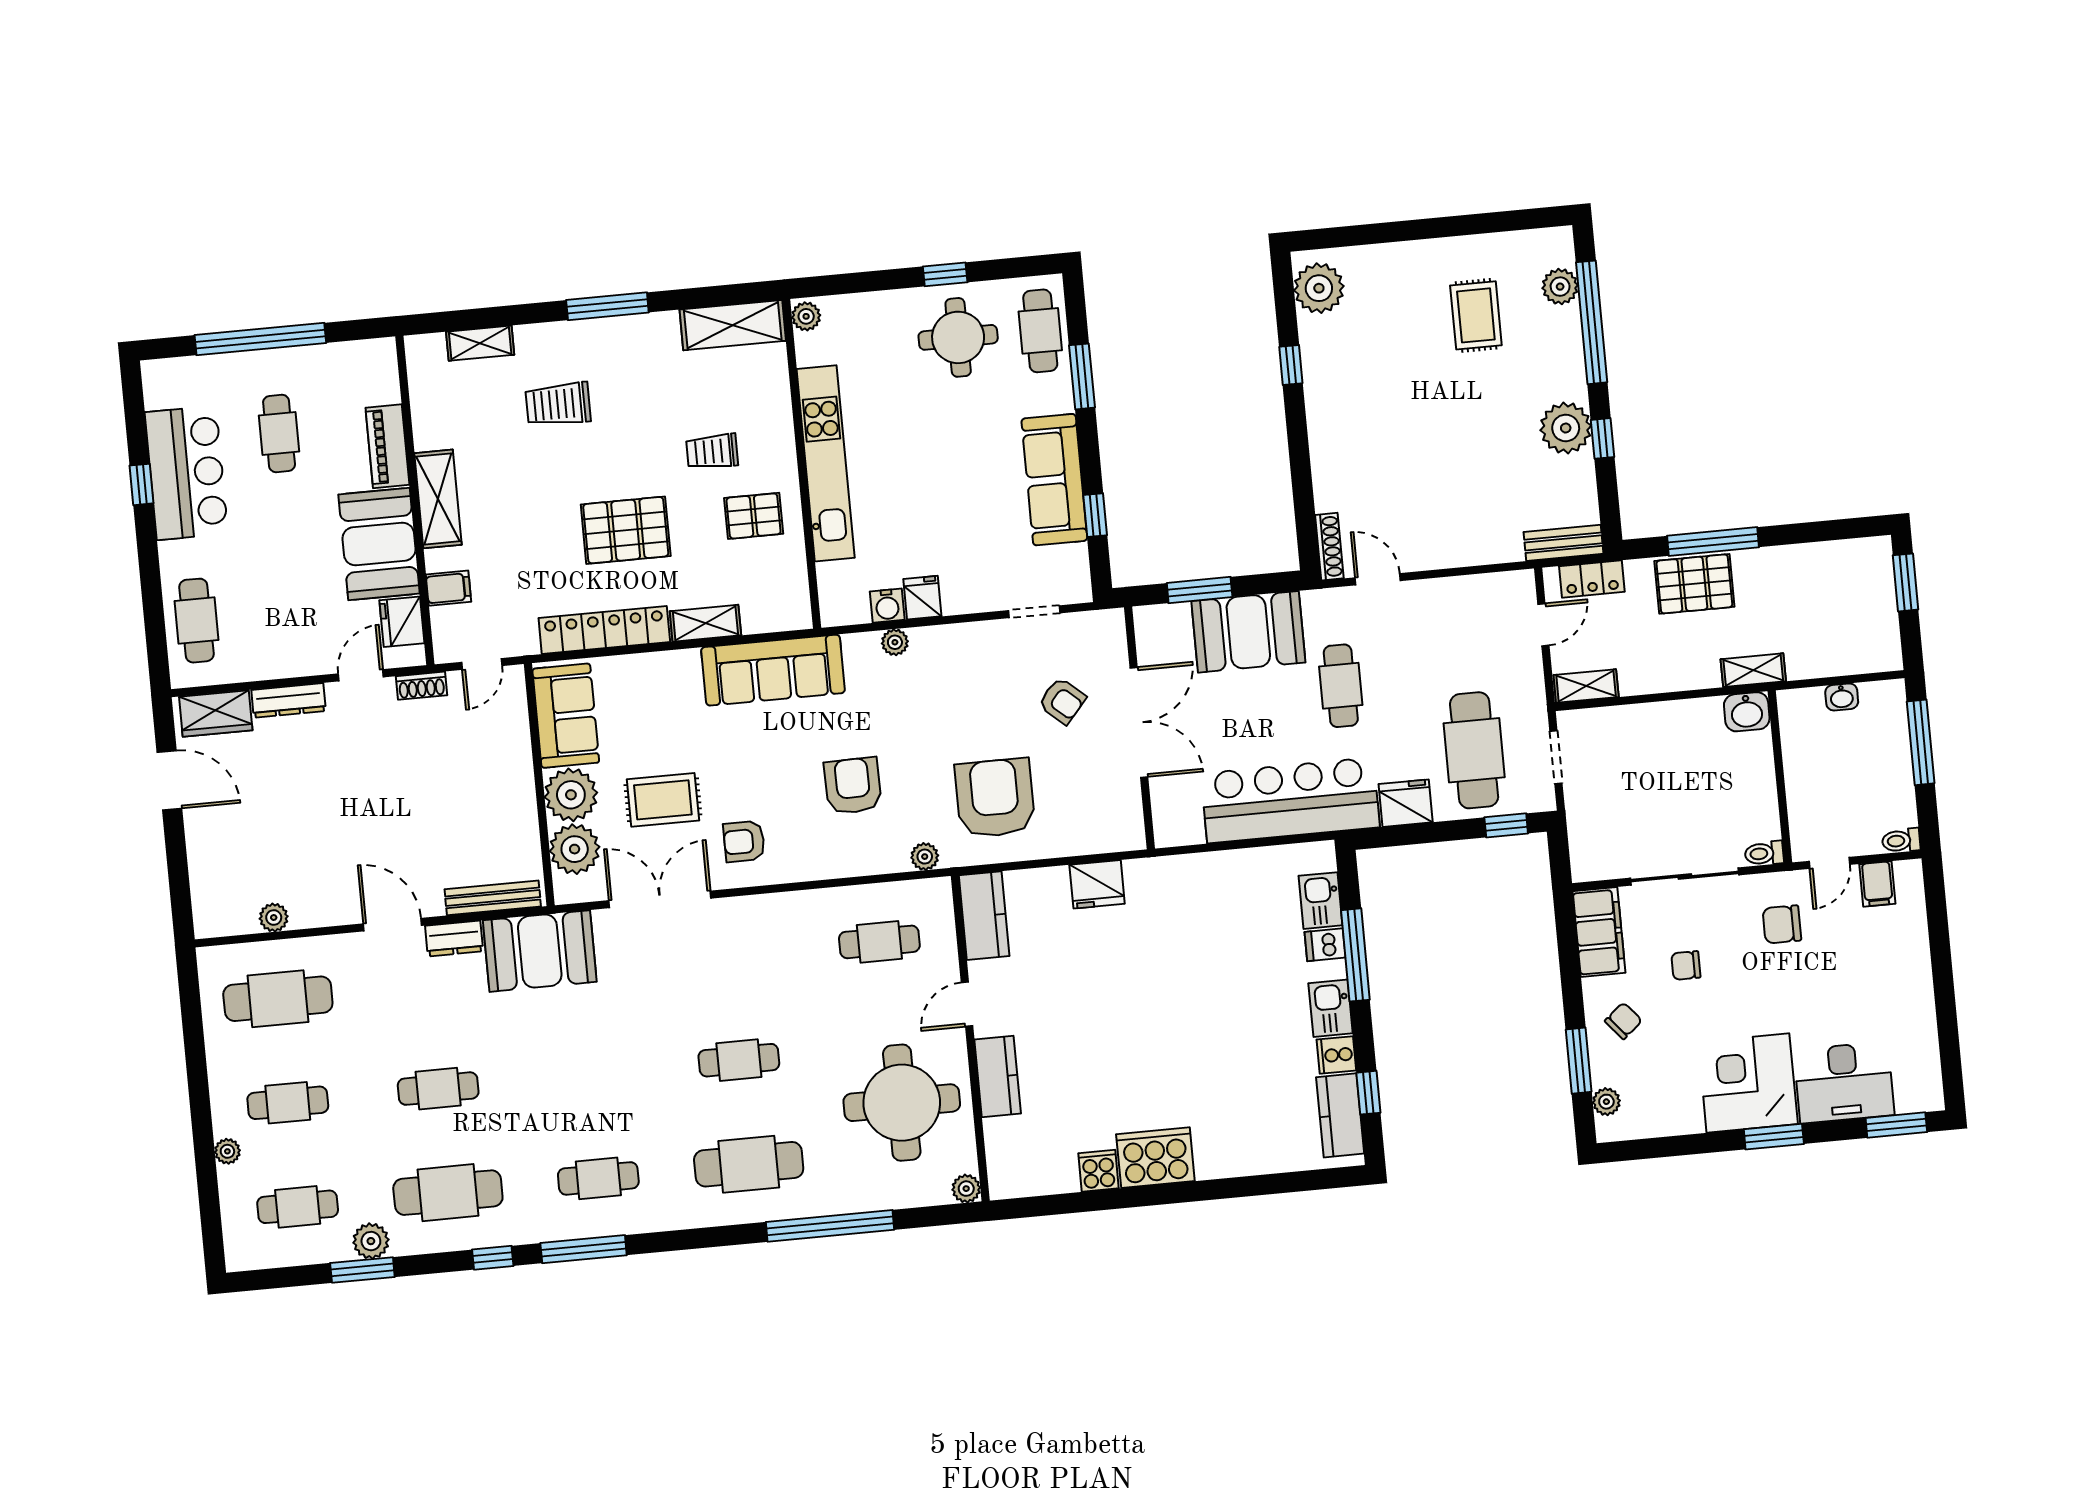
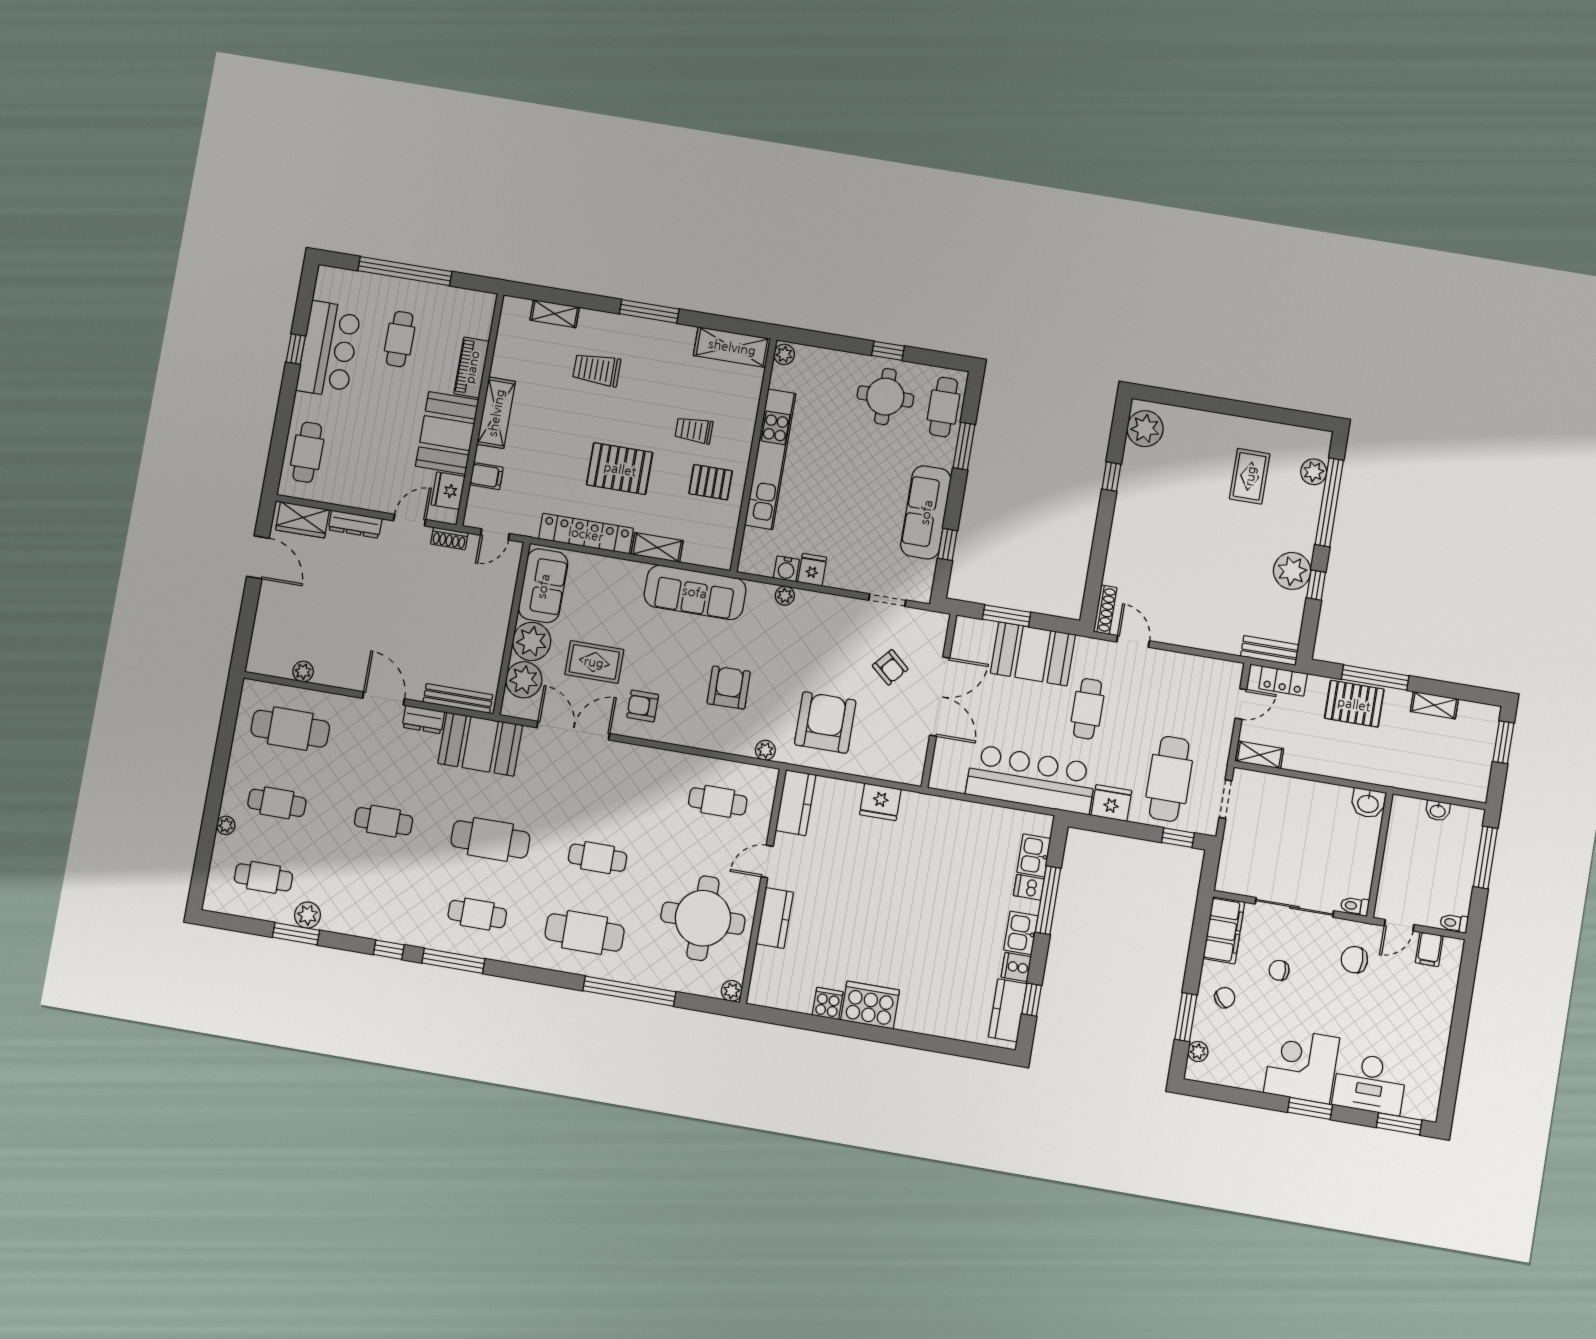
shelving: (1753, 670) -> (1434, 705), moved
cafe table: (448, 1193) -> (490, 839), moved

